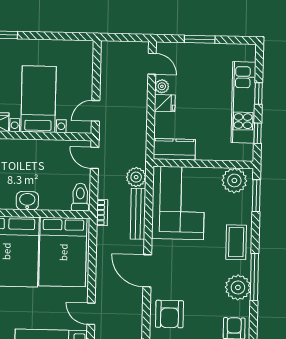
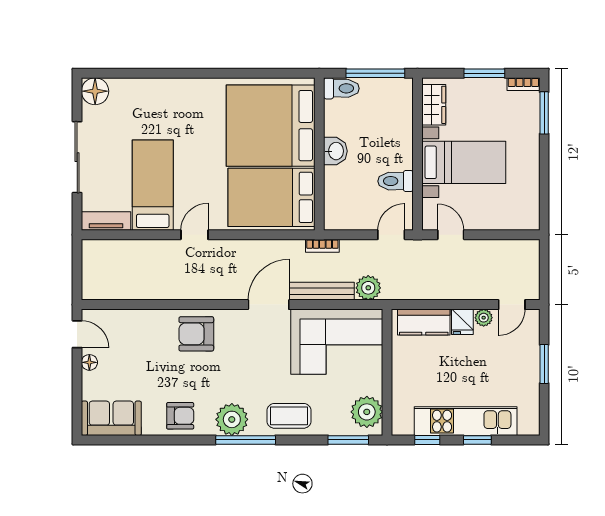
kitchen counter: (174, 149) -> (424, 322), moved, turned 90
toilet: (80, 197) -> (396, 181), moved, turned 180
door: (147, 271) -> (269, 305), moved

